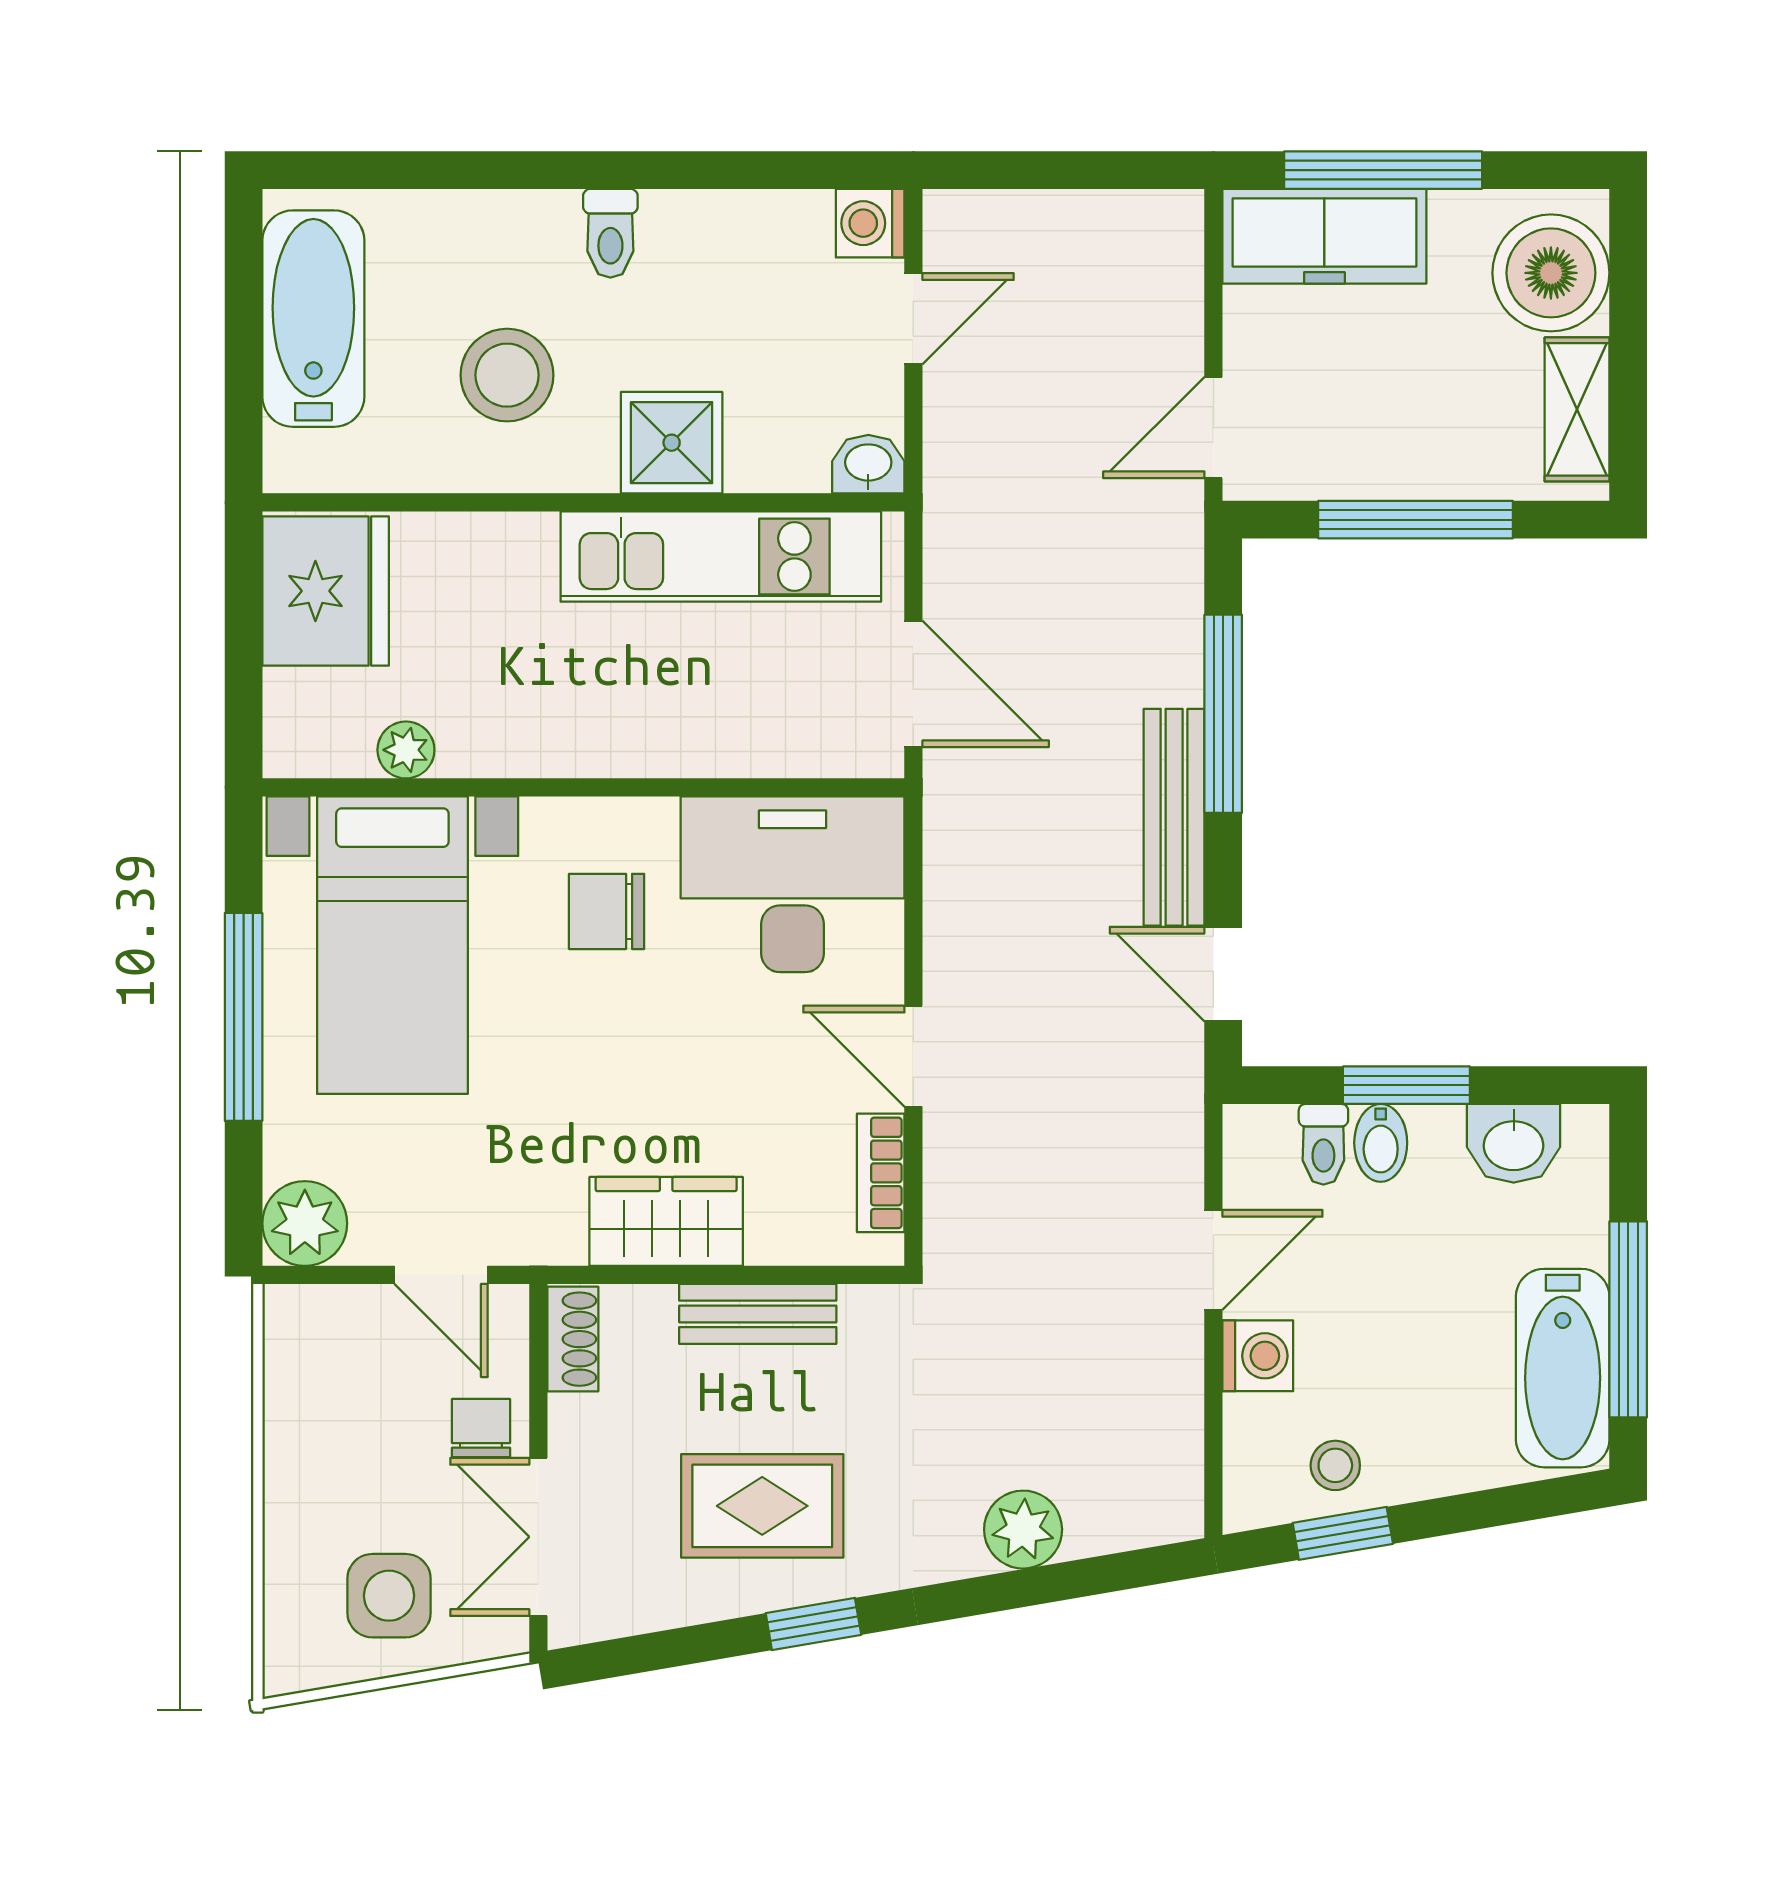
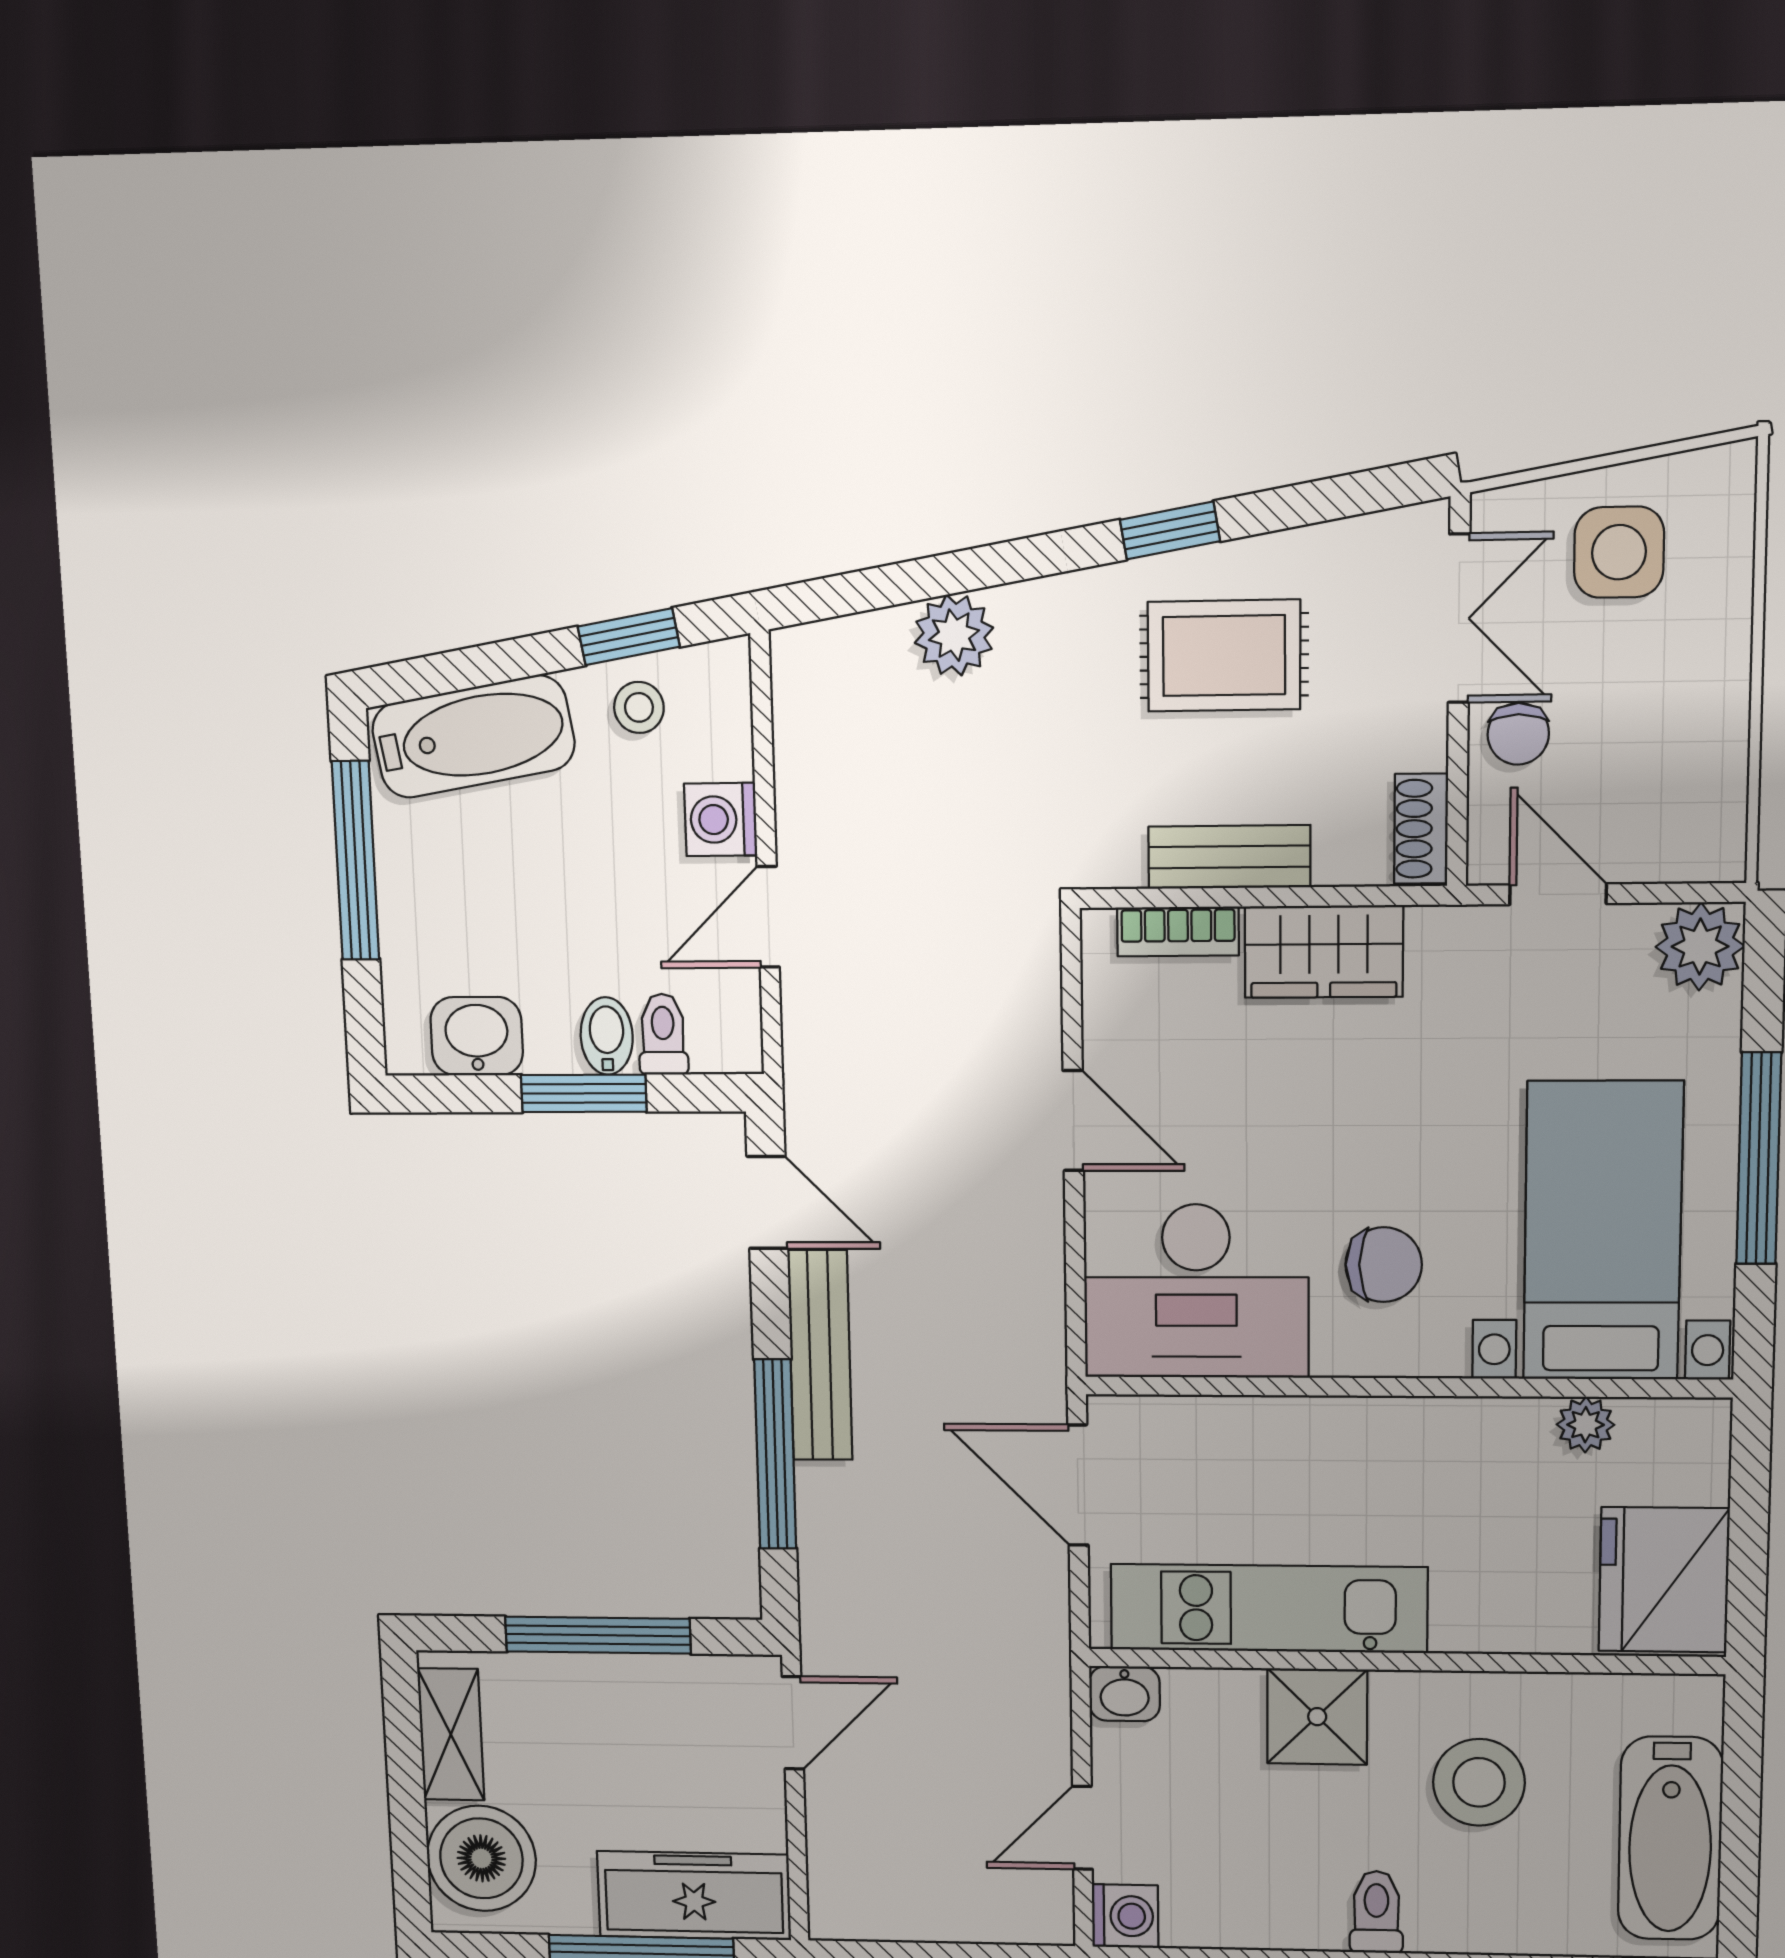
bookcase: (881, 1173) -> (1178, 931), moved, turned 90
bathtub: (1563, 1368) -> (473, 737), moved, turned 80

